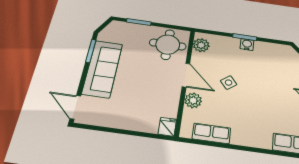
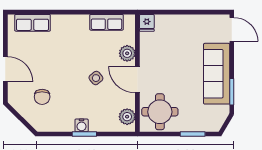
chair: (285, 74) -> (42, 97), added

